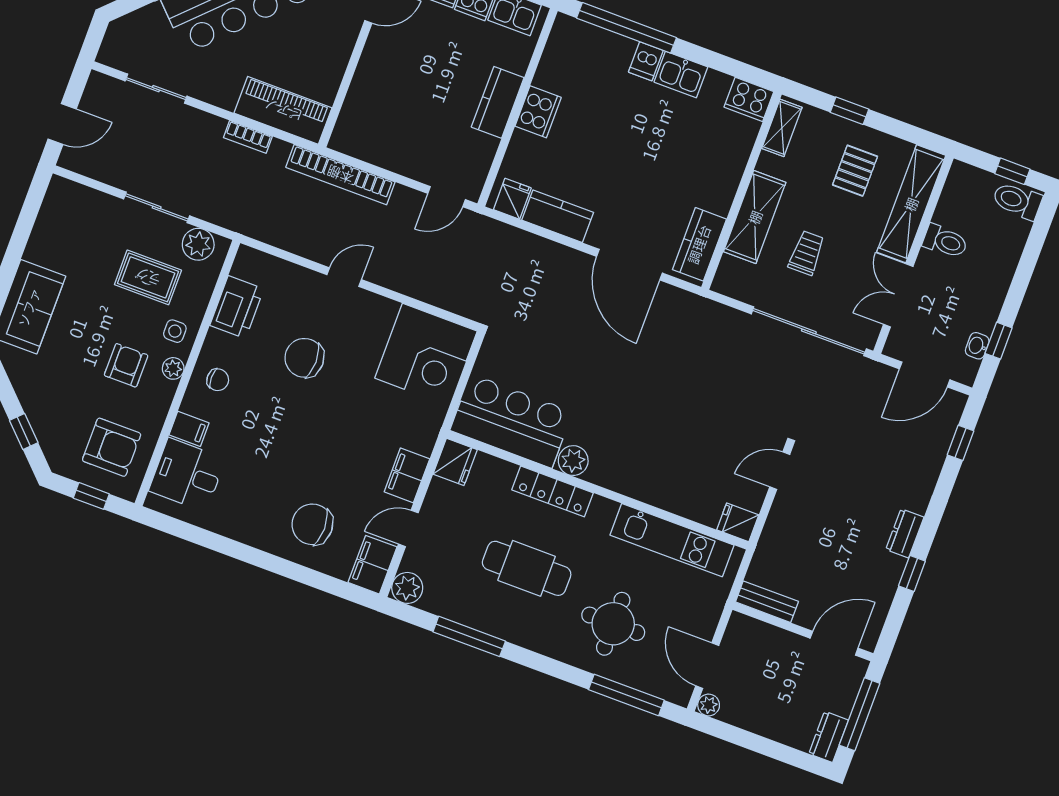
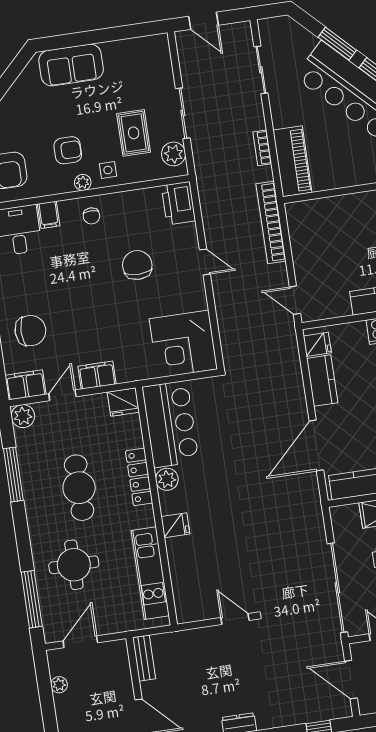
printer: (237, 307) -> (178, 203), moved, turned 90
fridge: (738, 522) -> (175, 525), moved, turned 90
chair: (312, 524) -> (30, 331), turned 90
door: (408, 528) -> (62, 395), hinge flipped
plant: (709, 705) -> (59, 685), moved

